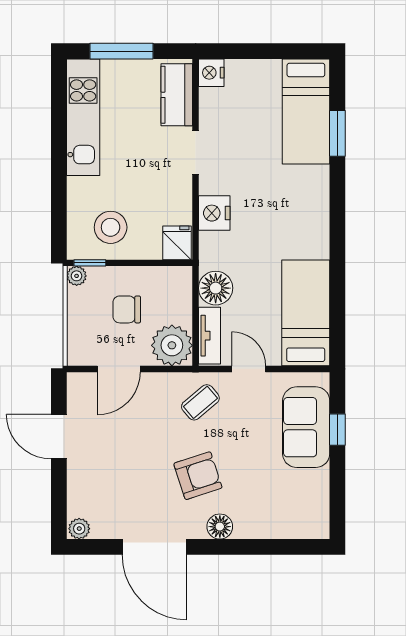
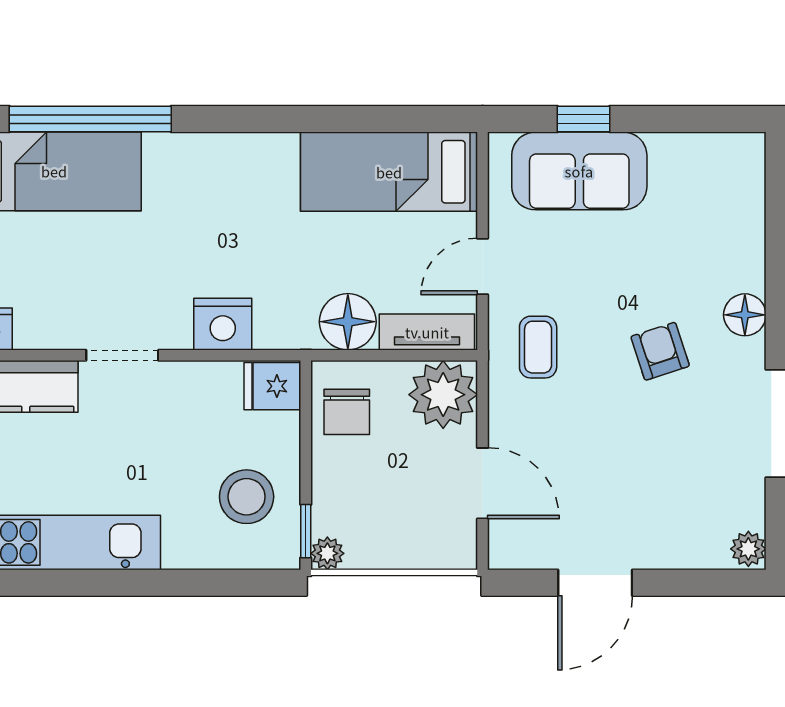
window: (337, 133) -> (90, 119), width x2.11
chair: (127, 309) -> (347, 412), moved
coffee table: (200, 402) -> (538, 347), turned 40
armchair: (198, 476) -> (660, 351), width x0.72, depth x0.72

